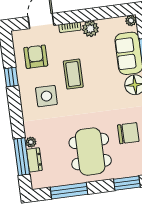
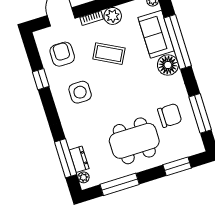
coffee table: (73, 74) -> (109, 54), moved, turned -62
plant: (31, 142) -> (83, 177), moved
dining table: (90, 152) -> (134, 141), turned 90

